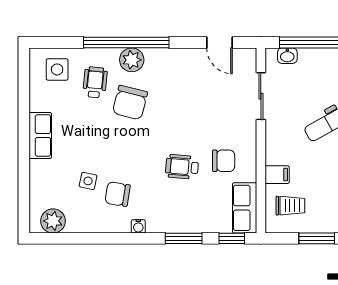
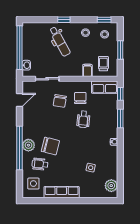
row of seats: (40, 135) -> (62, 192), width x1.48
chair: (118, 194) -> (60, 101), moved

